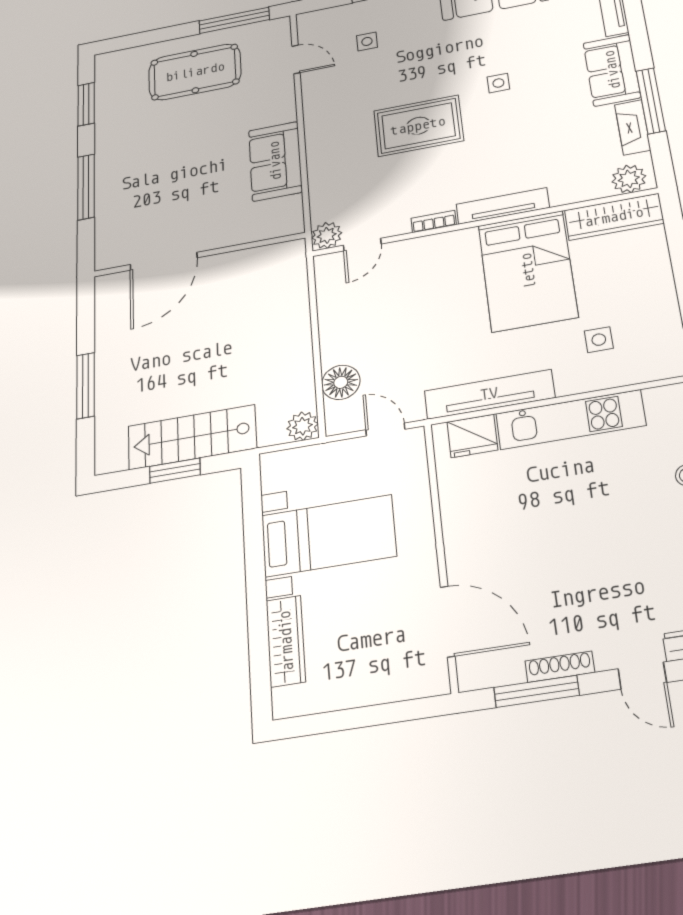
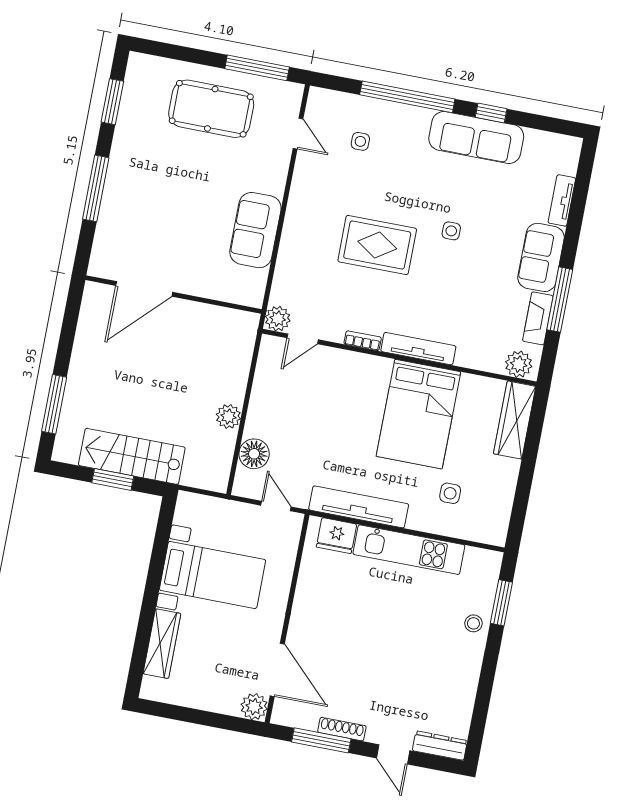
wardrobe: (614, 217) -> (515, 420), moved, turned 90
window: (86, 385) -> (54, 404), moved
plant: (302, 426) -> (228, 416), moved
plant: (431, 678) -> (254, 707), added

